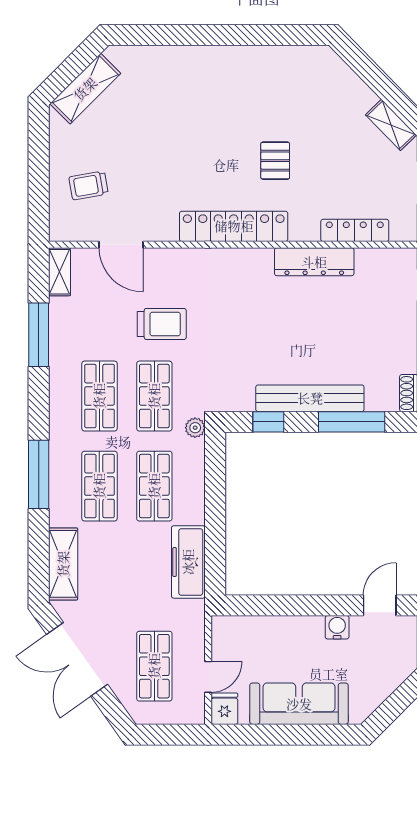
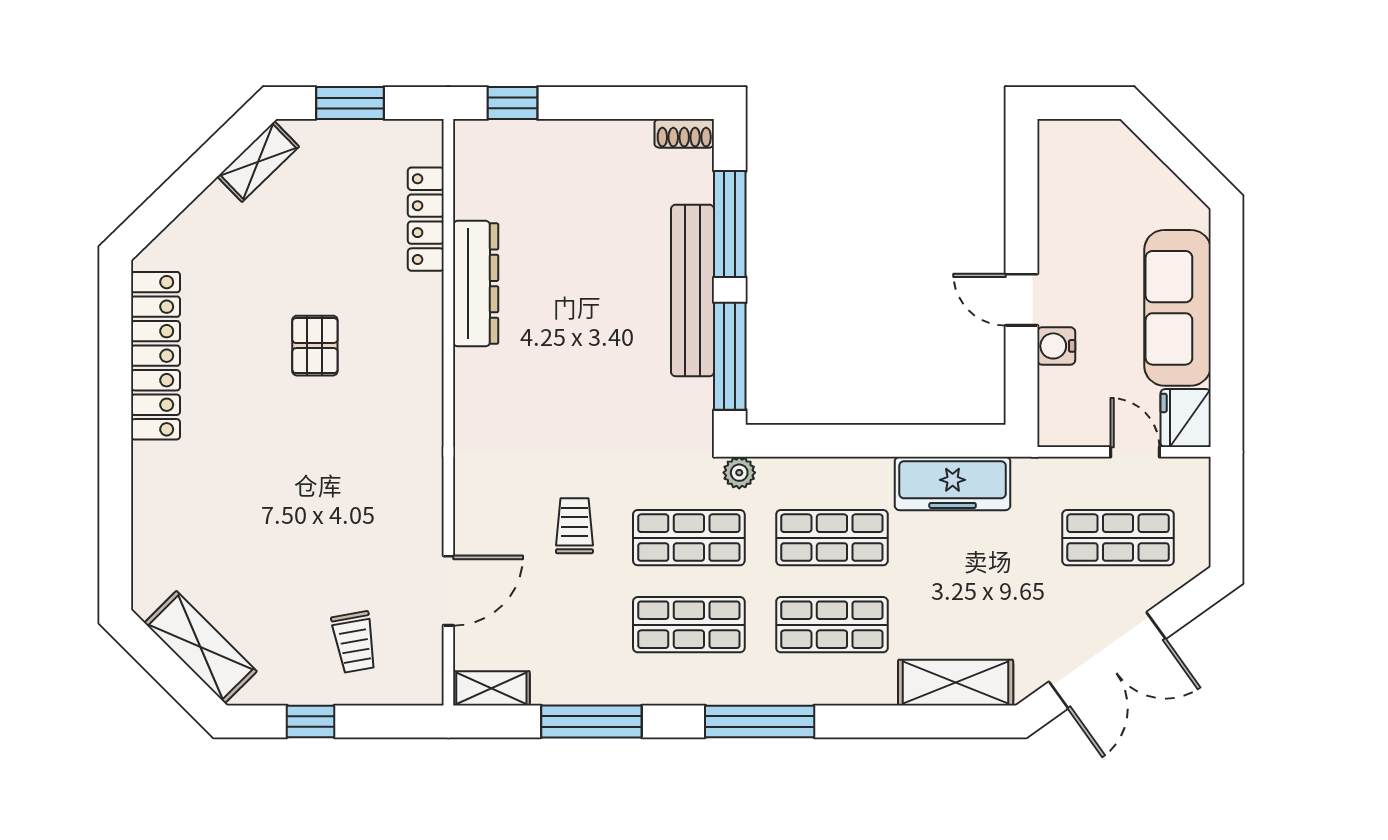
window: (39, 158) -> (311, 721), added
pallet: (275, 161) -> (315, 346), turned 90
locker: (234, 226) -> (156, 356), moved, turned 180
trolley: (162, 324) -> (574, 526), width x0.73, depth x0.72
window: (268, 422) -> (730, 356), width x2.17
window: (39, 474) -> (760, 721), moved
door: (380, 605) -> (1022, 300), moved
water cooler: (337, 627) -> (1056, 346), moved
fridge: (224, 709) -> (1186, 418), width x1.38

